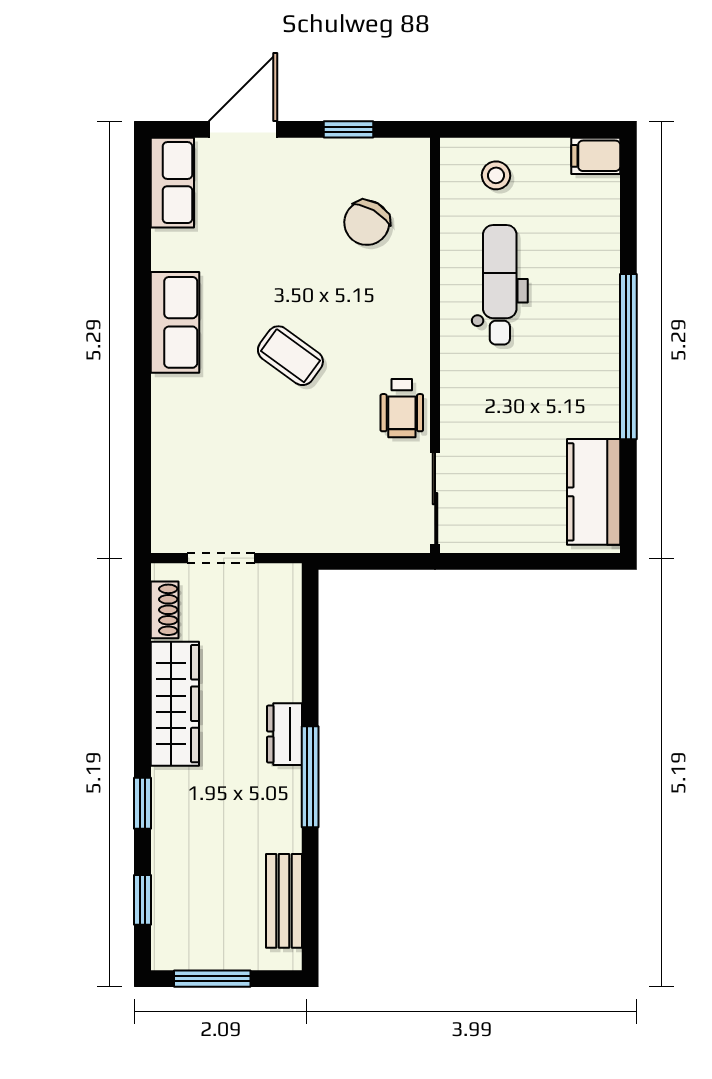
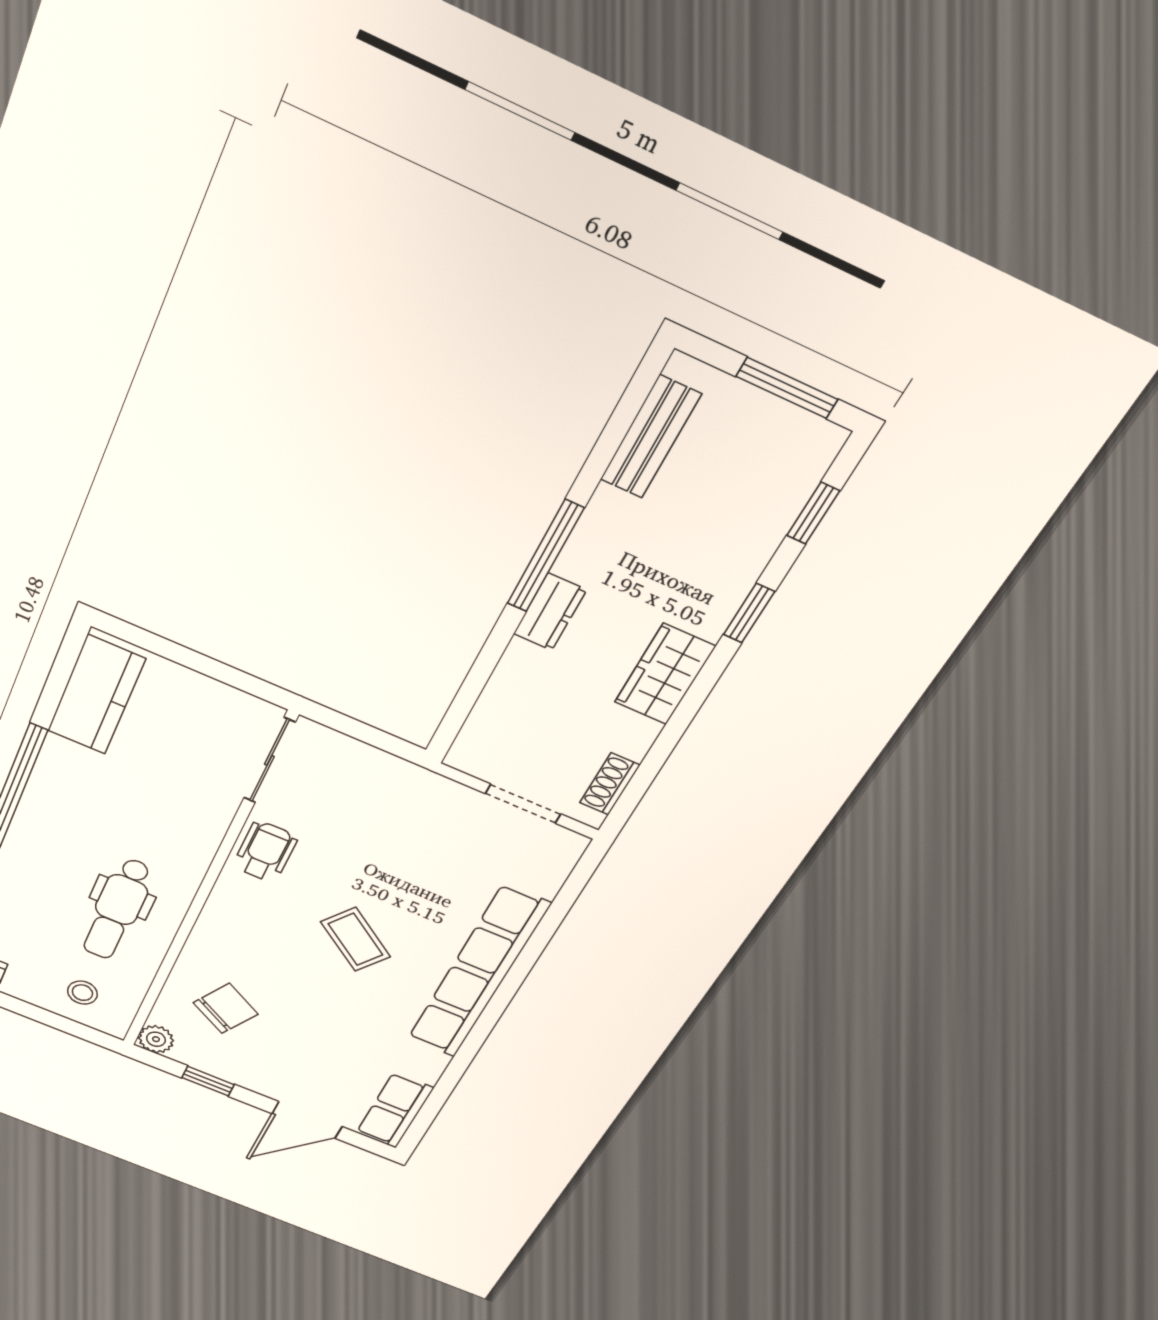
plant: (413, 155) -> (156, 1039), added
row of seats: (175, 322) -> (478, 972), width x2.02
wardrobe: (175, 704) -> (665, 674), width x0.67

